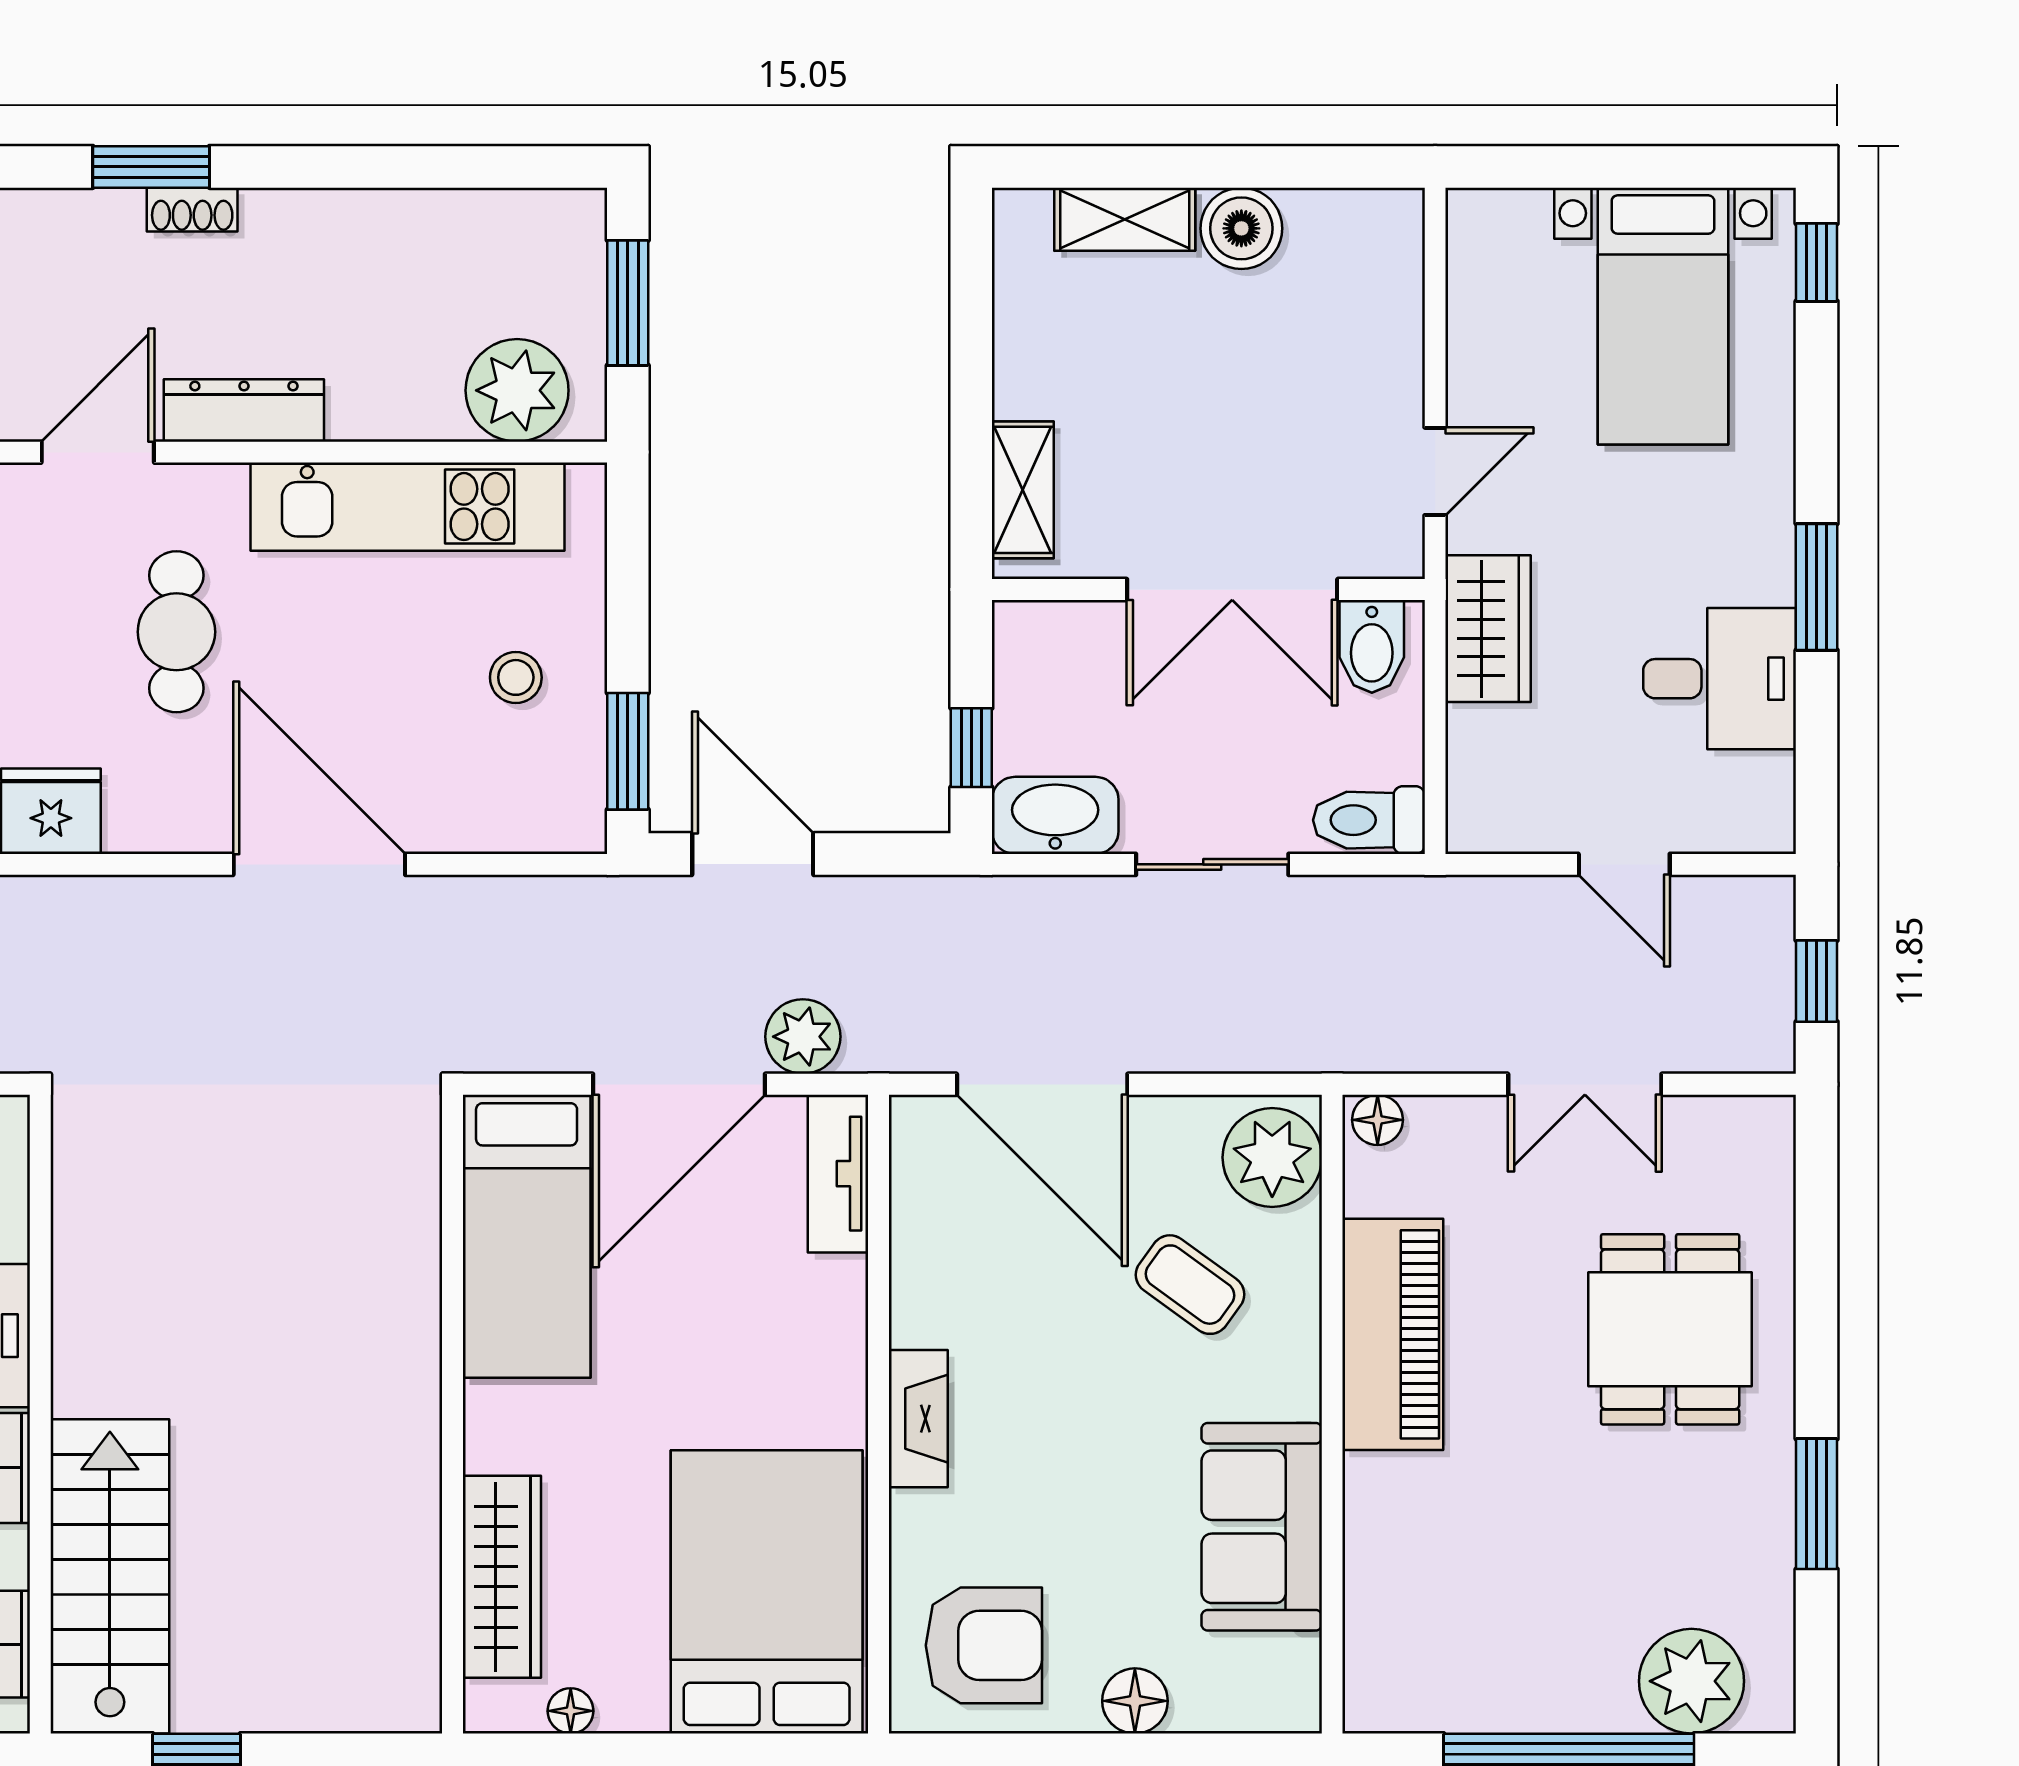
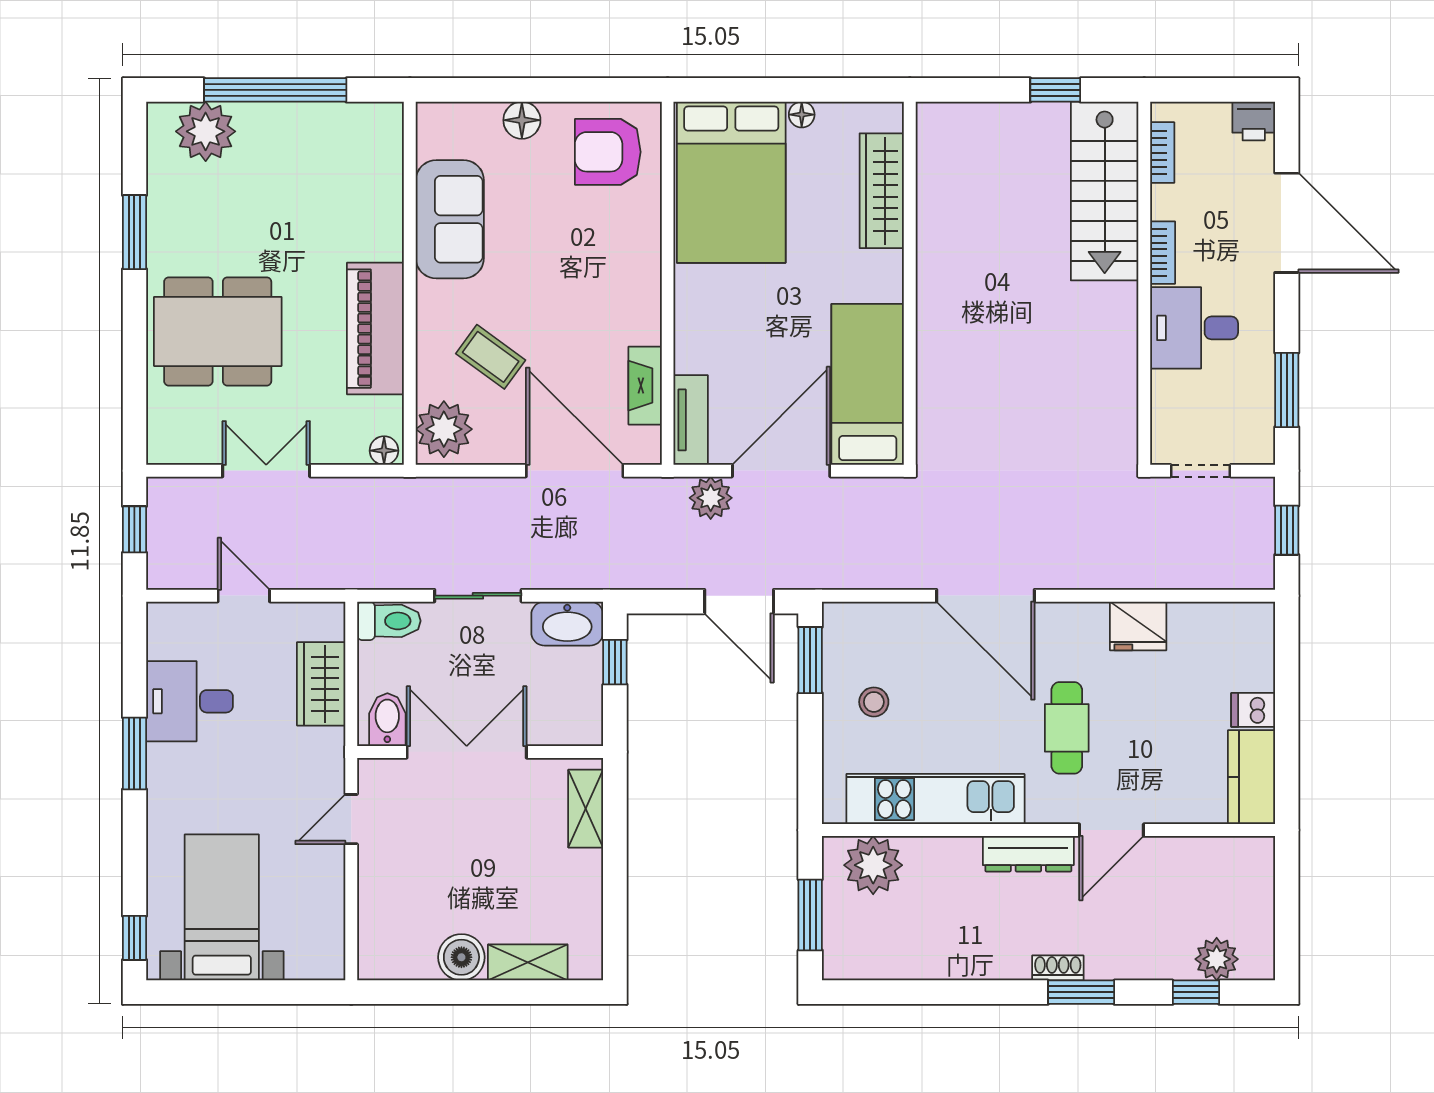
wardrobe: (1488, 629) -> (321, 684), moved
dining table: (1670, 1329) -> (218, 331), width x1.38
fireplace: (918, 1419) -> (645, 386), moved
floor lamp: (571, 1711) -> (802, 115), moved

